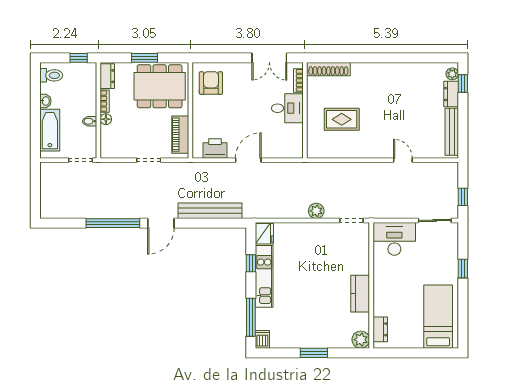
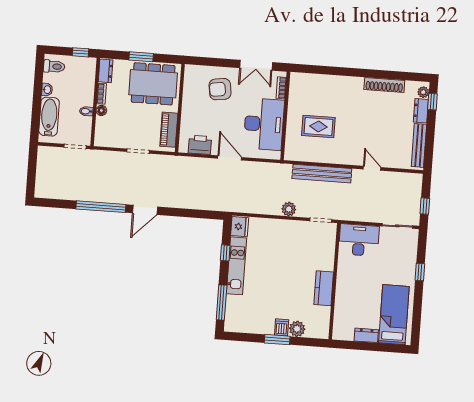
shoe rack: (328, 69) -> (384, 85), moved
armchair: (211, 83) -> (220, 89), moved, turned -98
desk: (287, 108) -> (264, 124), width x1.87, depth x1.30
door: (248, 160) -> (230, 158), hinge flipped
bench: (210, 211) -> (322, 174), moved
dresser: (380, 329) -> (366, 335), moved, turned -90
dishwasher: (262, 339) -> (282, 327), moved
plant: (361, 340) -> (297, 329), moved

